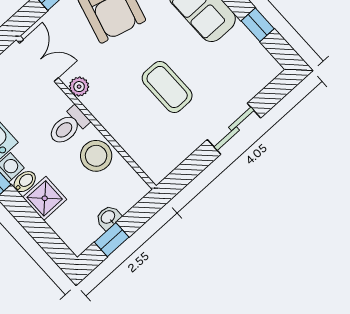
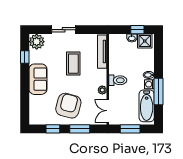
plant: (261, 68) -> (37, 42), added
tv unit: (137, 150) -> (102, 52), added
stool: (96, 156) -> (117, 62), removed
shower: (45, 198) -> (145, 41), moved

